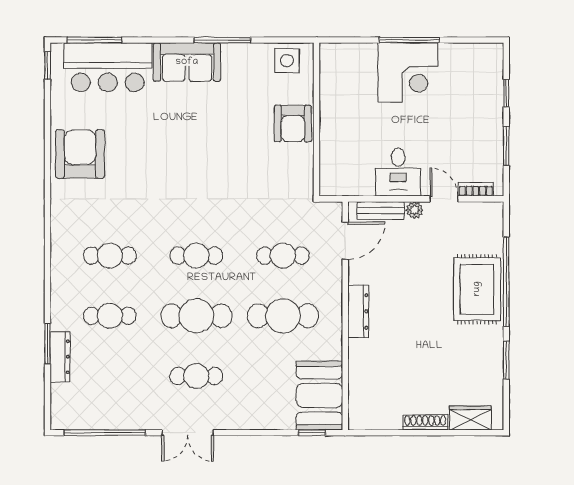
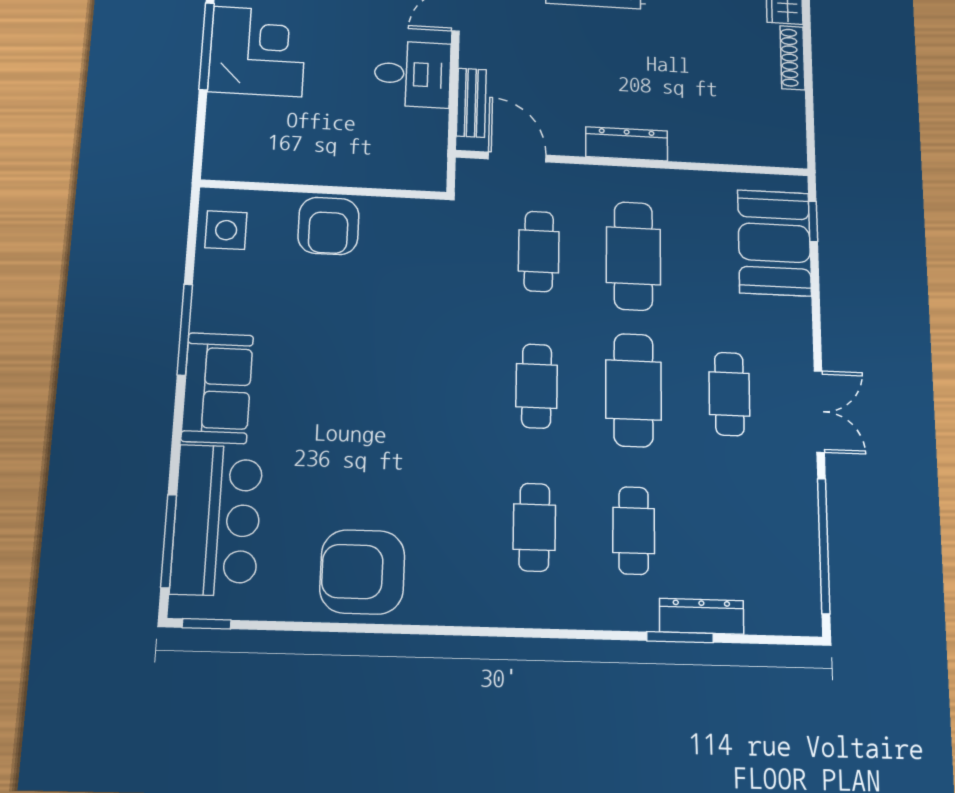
armchair: (293, 123) -> (328, 226), turned 90
plant: (414, 210) -> (472, 54), removed
booth: (319, 396) -> (774, 243), moved, turned 90

